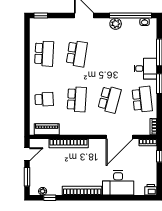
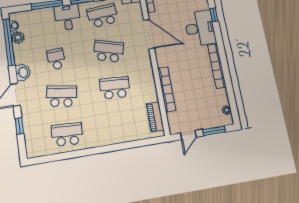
window: (41, 16) -> (19, 126), moved
washbasin: (102, 24) -> (23, 72), added
plant: (116, 24) -> (18, 37), moved
school desk: (44, 99) -> (56, 59), moved
door: (27, 154) -> (188, 135), swing flipped
window: (50, 198) -> (214, 15), moved

